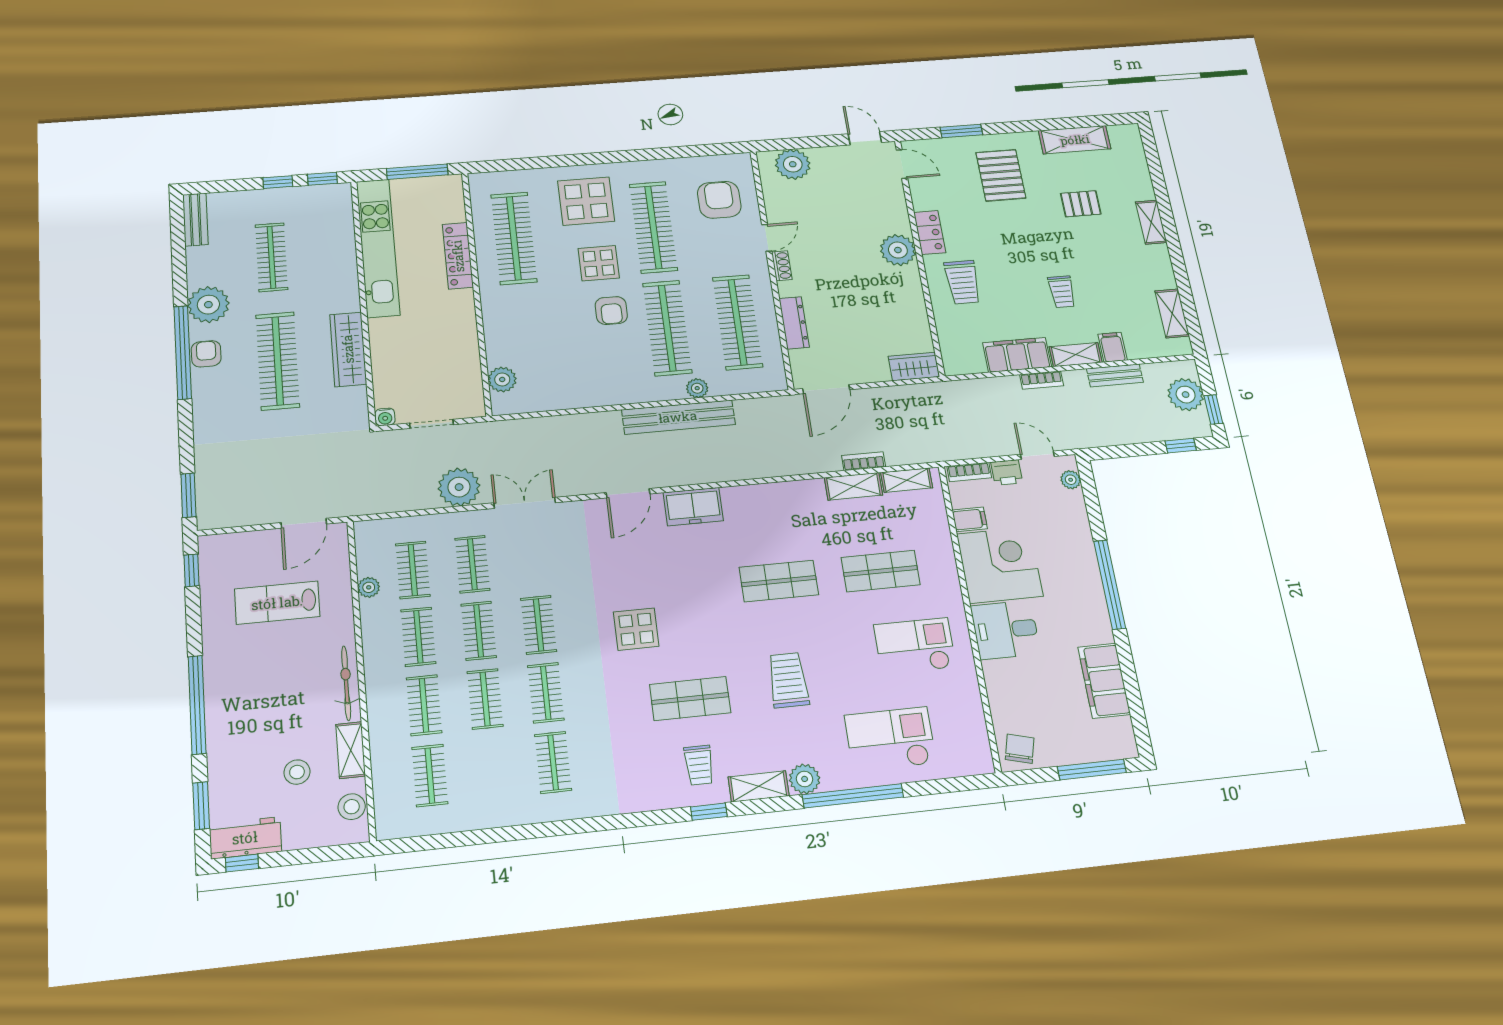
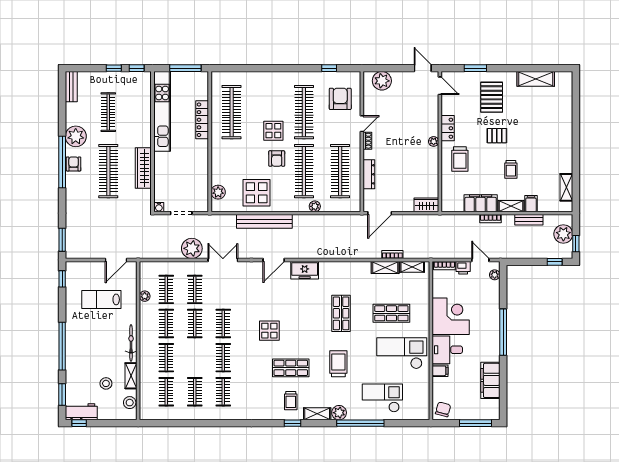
window: (691, 151) -> (329, 68), added
display table: (586, 201) -> (257, 193), moved
pallet: (1081, 204) -> (497, 136), moved
shelving: (1151, 222) -> (567, 133), removed
plant: (898, 250) -> (434, 141), width x0.53, depth x0.53
bench: (678, 417) -> (264, 221), moved
filing cabinet: (970, 519) -> (440, 371), moved
shop shelf: (779, 581) -> (341, 313), turned 90
checkout: (915, 646) -> (402, 353), width x1.36, depth x1.21
clothes rail: (485, 699) -> (195, 392), moved

